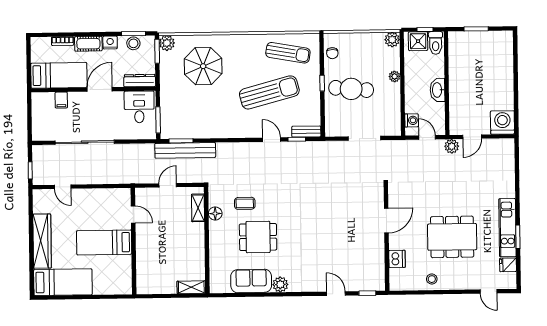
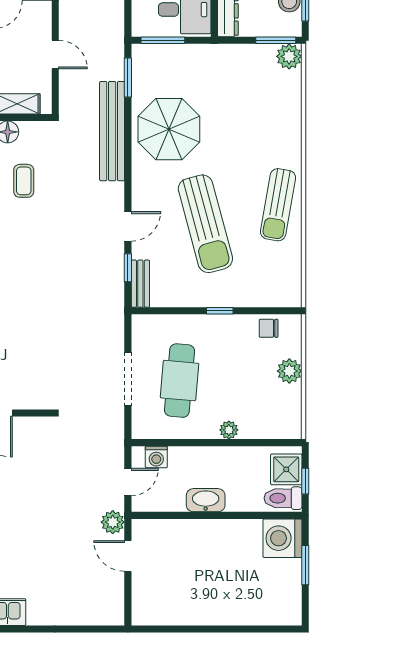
plant: (392, 40) -> (289, 371), moved
sun lounger: (288, 53) -> (278, 205), moved
parasol: (203, 66) -> (169, 129), moved
cafe table: (351, 89) -> (179, 381), moved
washing machine: (502, 122) -> (282, 538), moved, turned 180
bench: (185, 150) -> (112, 131), moved

